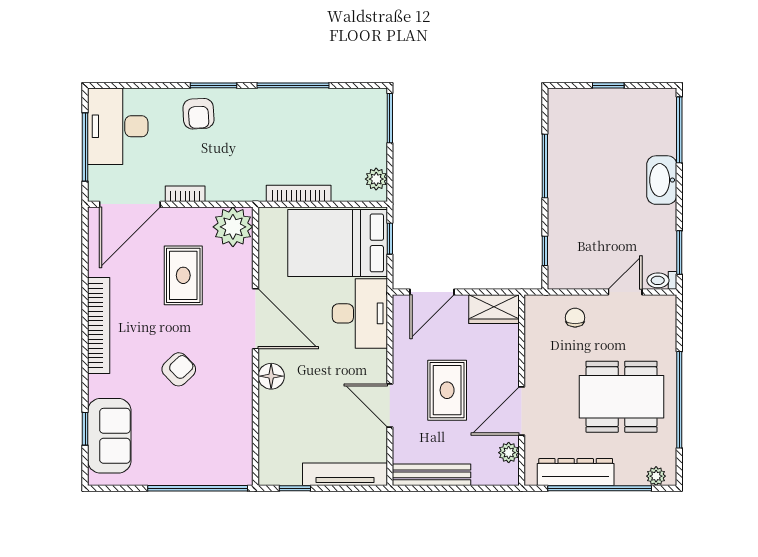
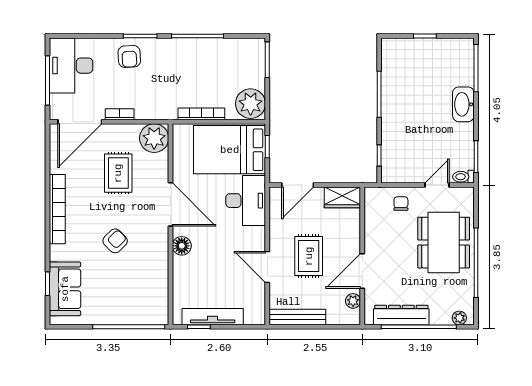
plant: (376, 179) -> (251, 104), width x1.87, depth x1.87
dining table: (621, 397) -> (444, 243), moved, turned 90
tv unit: (345, 474) -> (213, 317), moved

